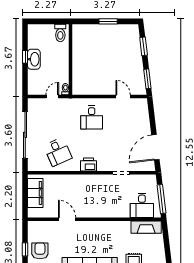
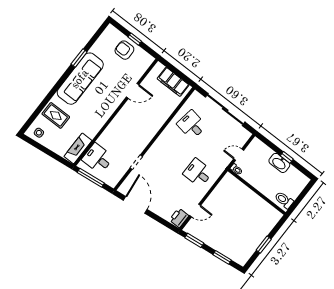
door: (52, 97) -> (239, 155), swing flipped
desk: (58, 152) -> (192, 125), turned 33
printer: (89, 165) -> (179, 218), moved, turned 180
armchair: (40, 251) -> (124, 50), turned 180

